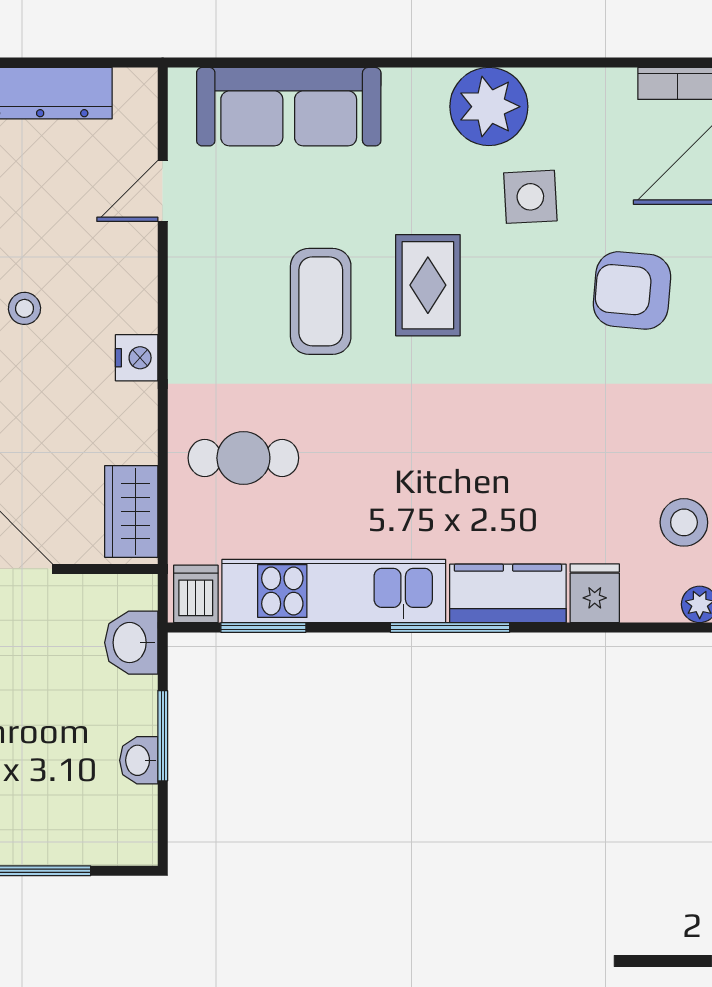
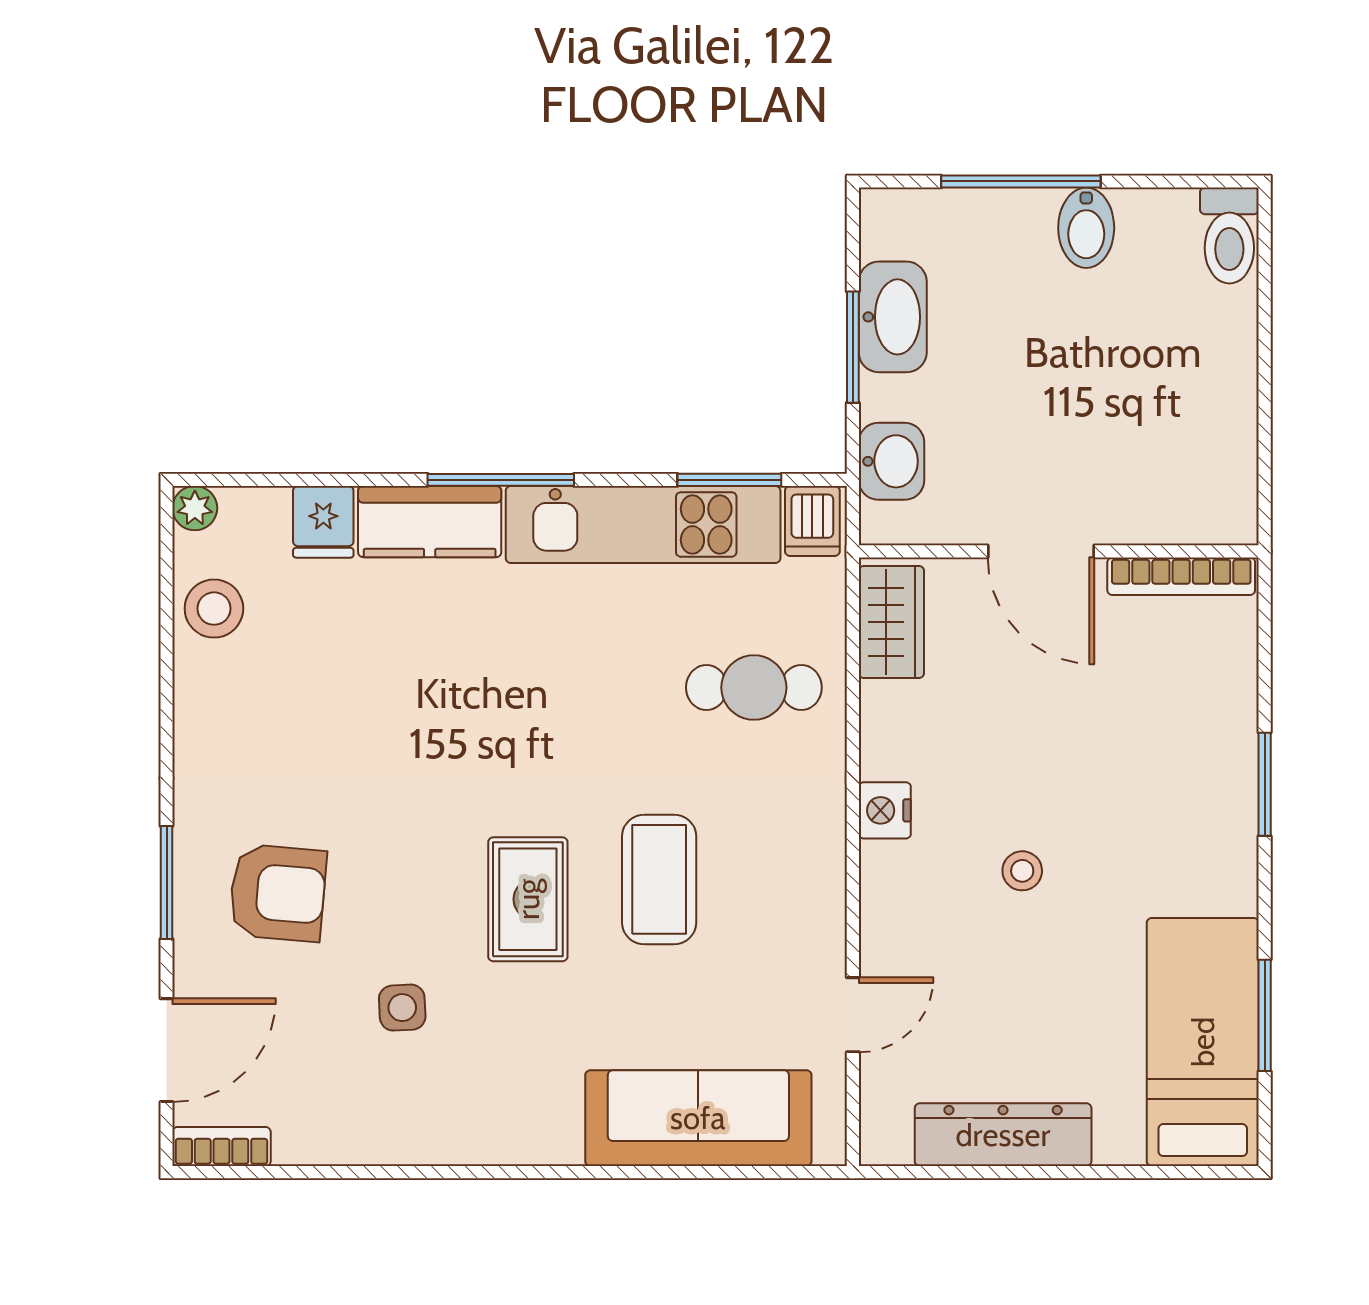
plant: (489, 107) -> (453, 1118), removed
side table: (530, 197) -> (402, 1008), width x0.73, depth x0.73
washbasin: (139, 760) -> (893, 317), width x1.91, depth x1.45

